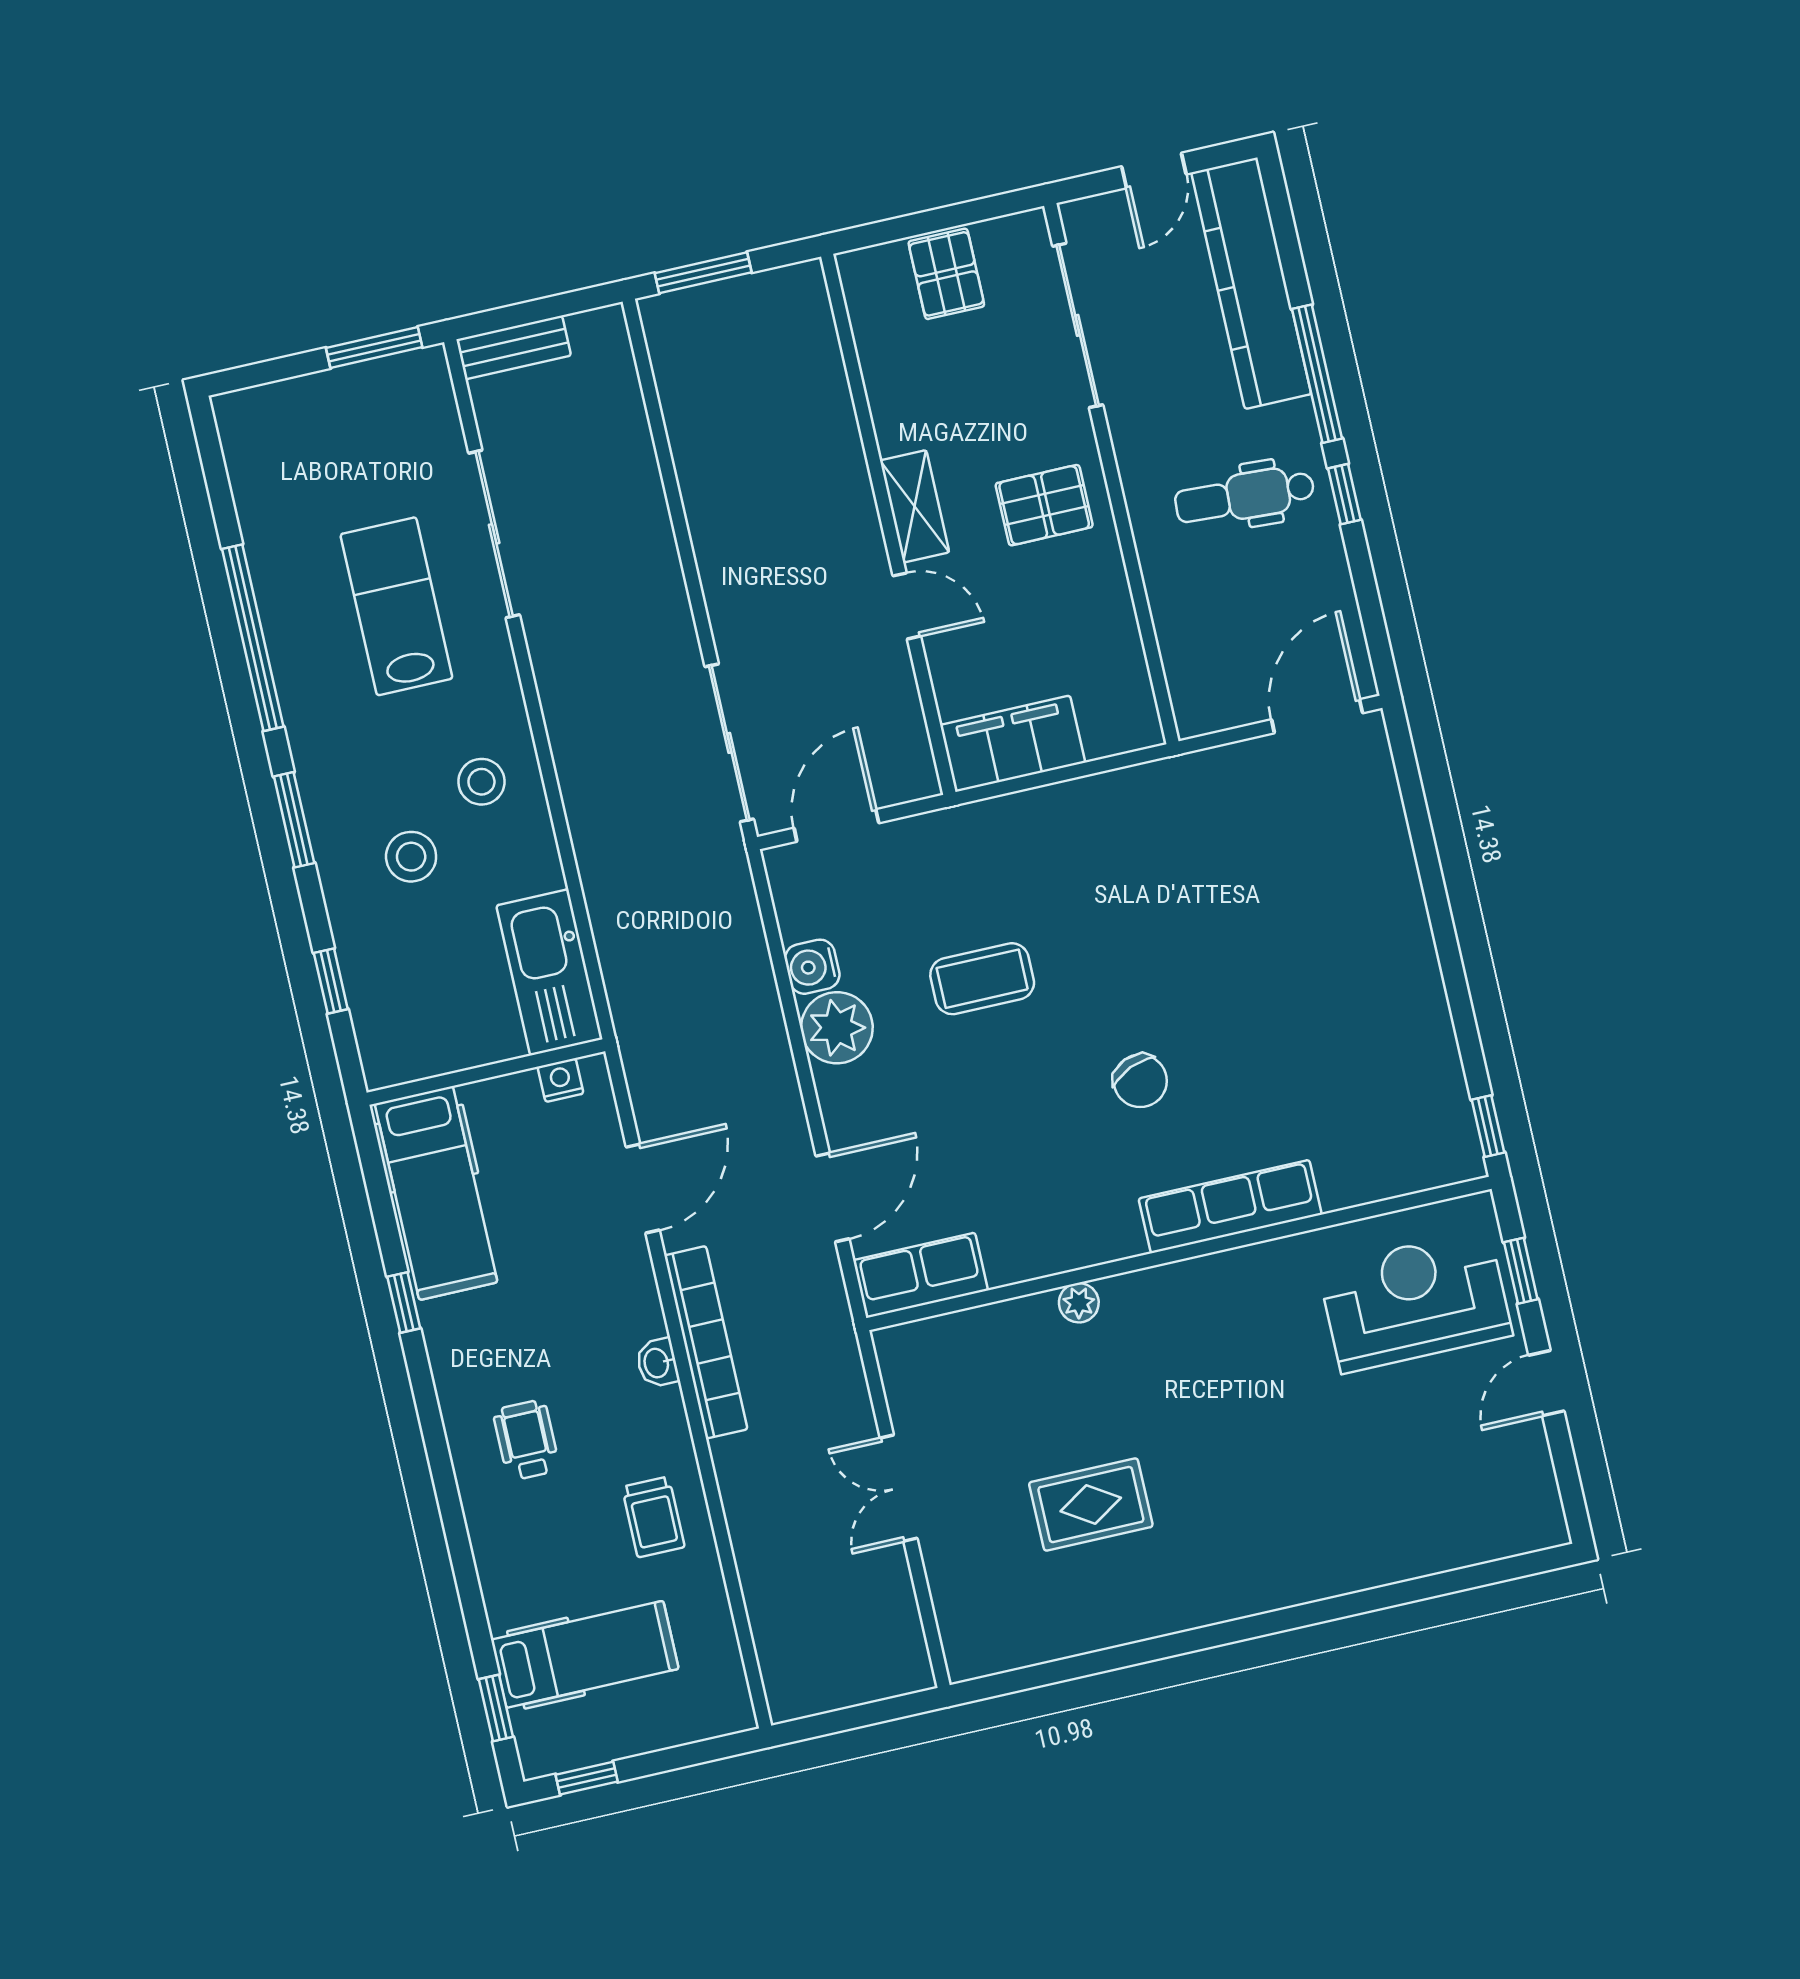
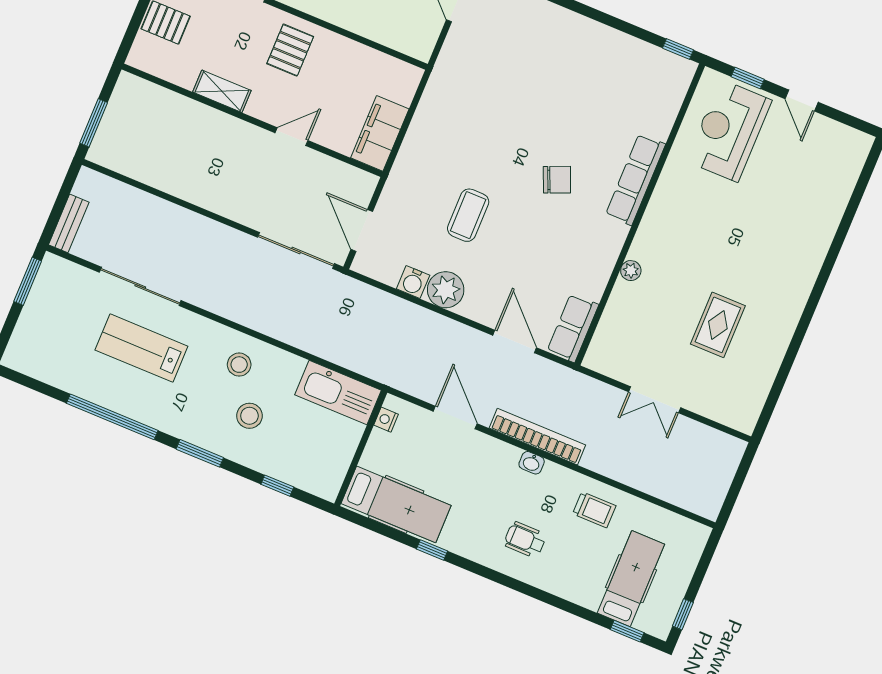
shelving: (915, 506) -> (222, 91), moved

